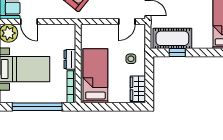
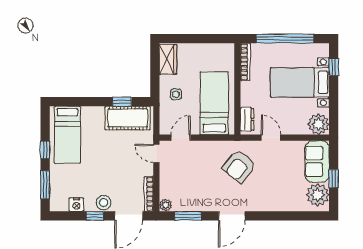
door: (29, 21) -> (271, 138), moved
dresser: (70, 59) -> (247, 119), moved
bed: (95, 76) -> (214, 103), moved, turned 180

